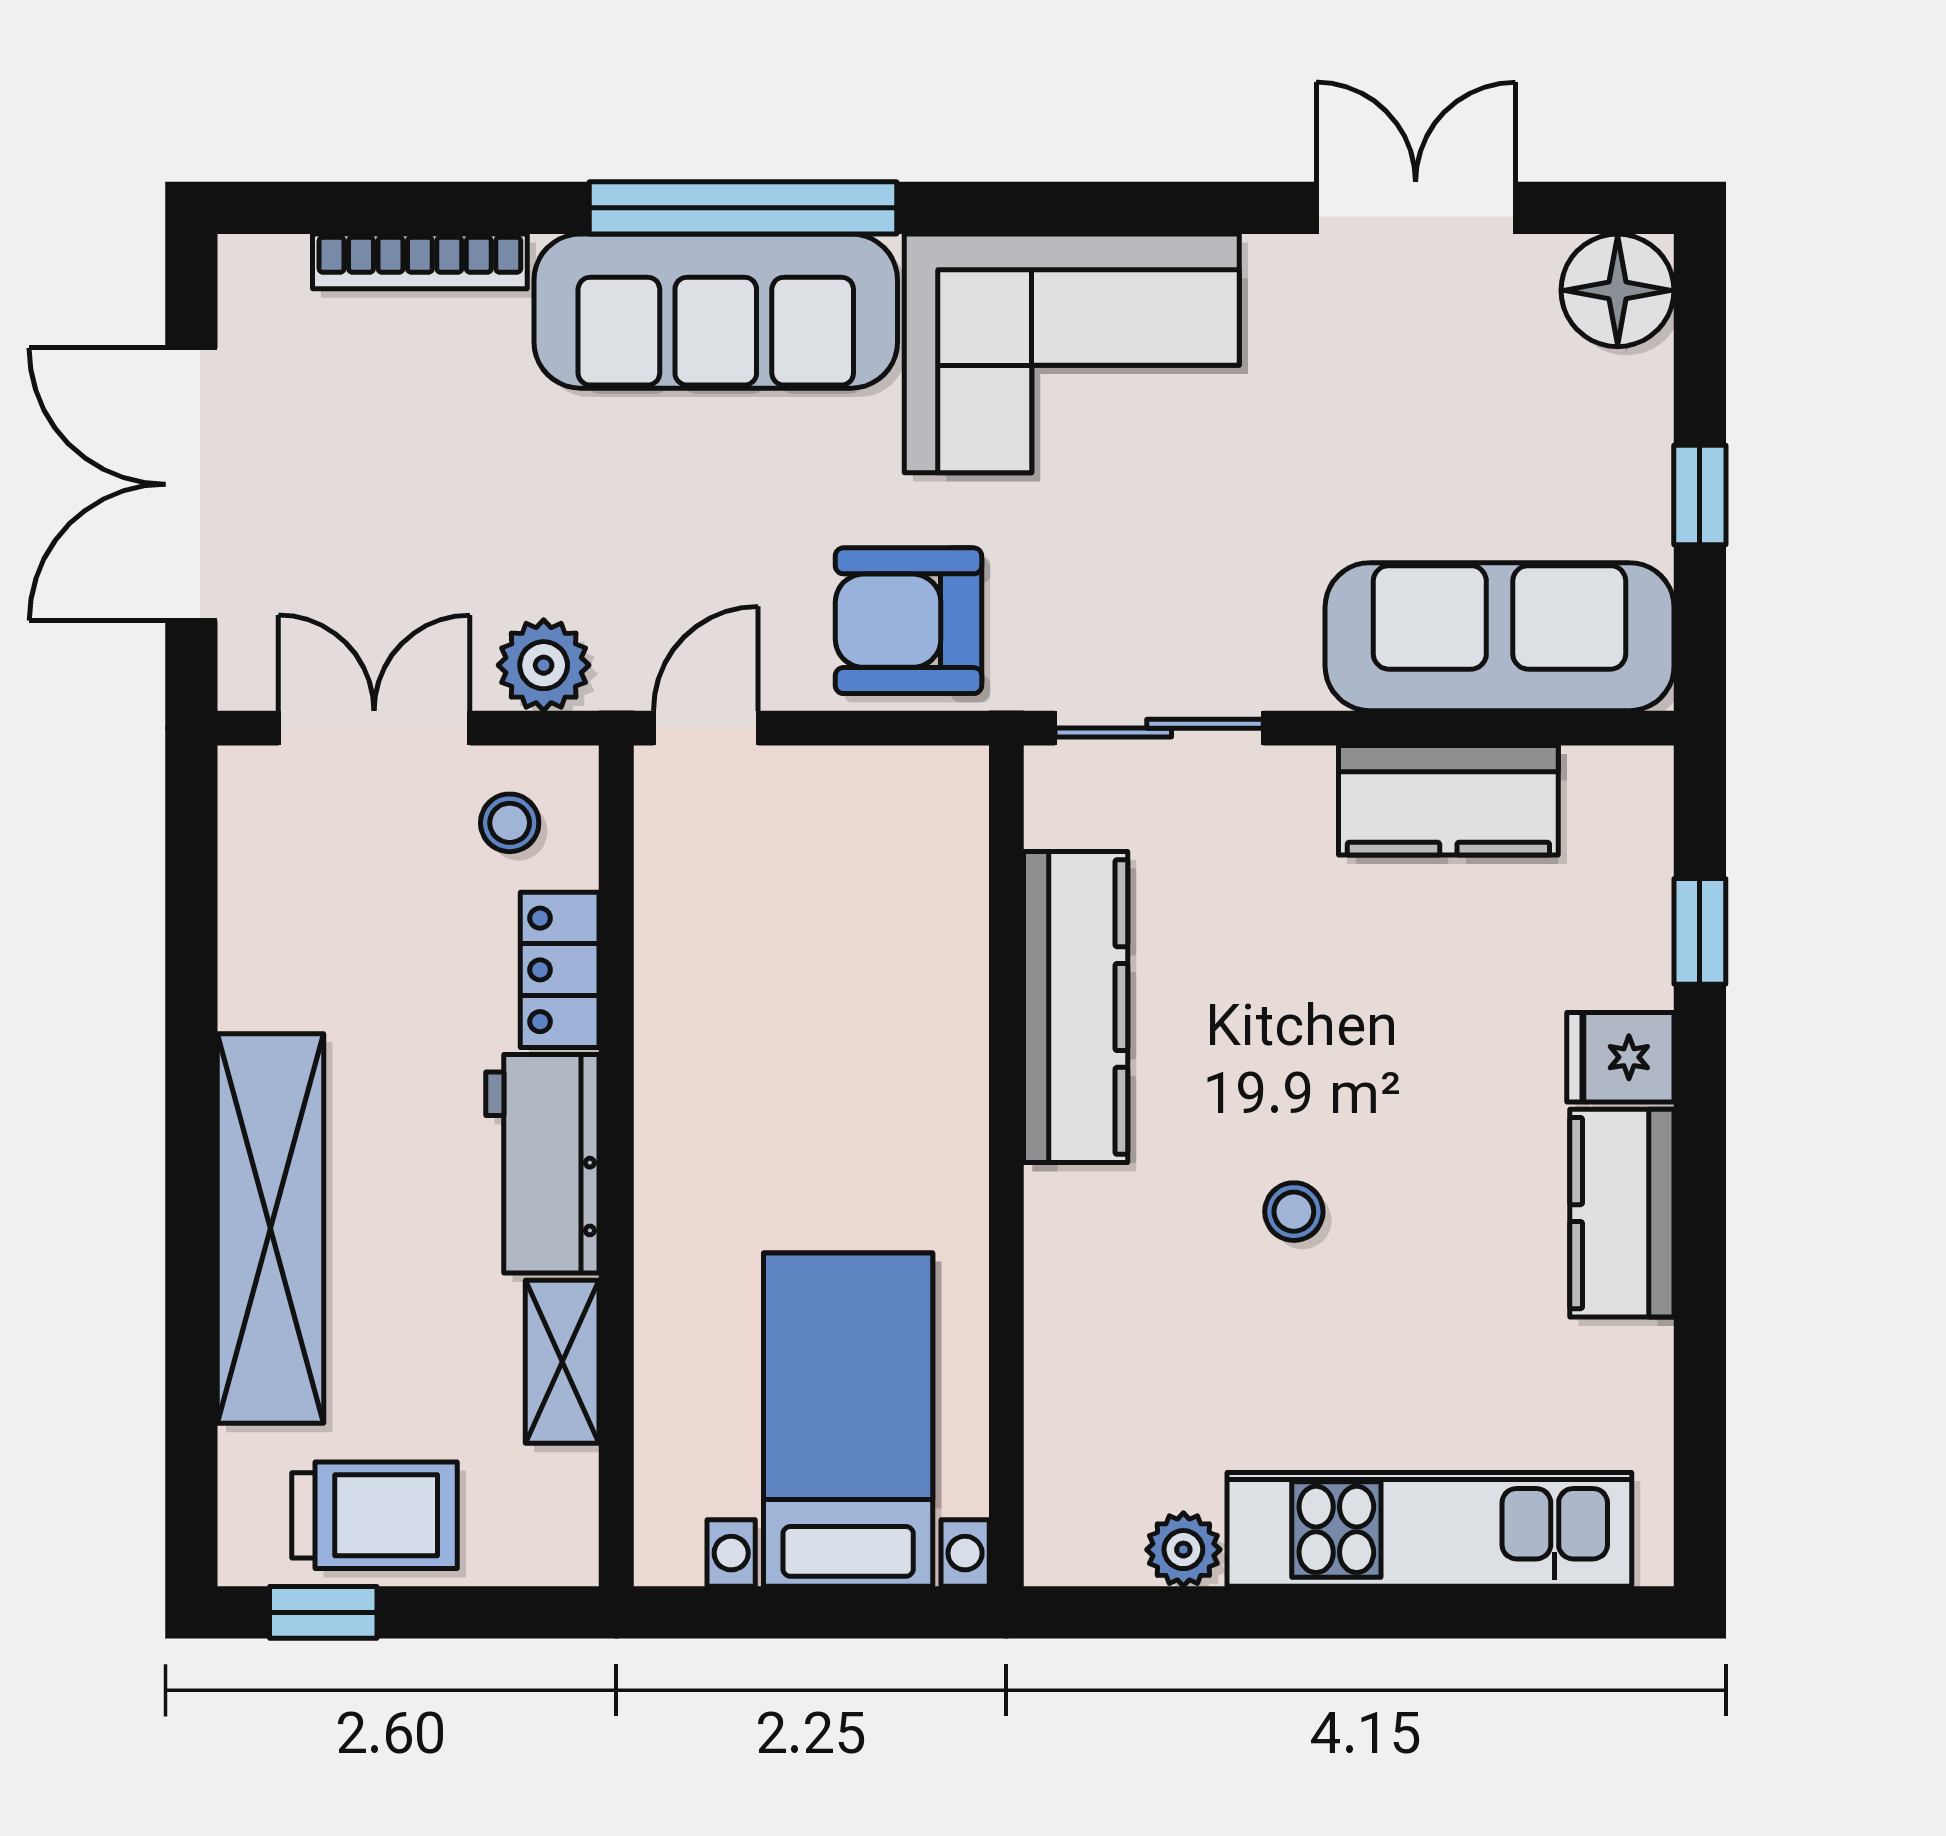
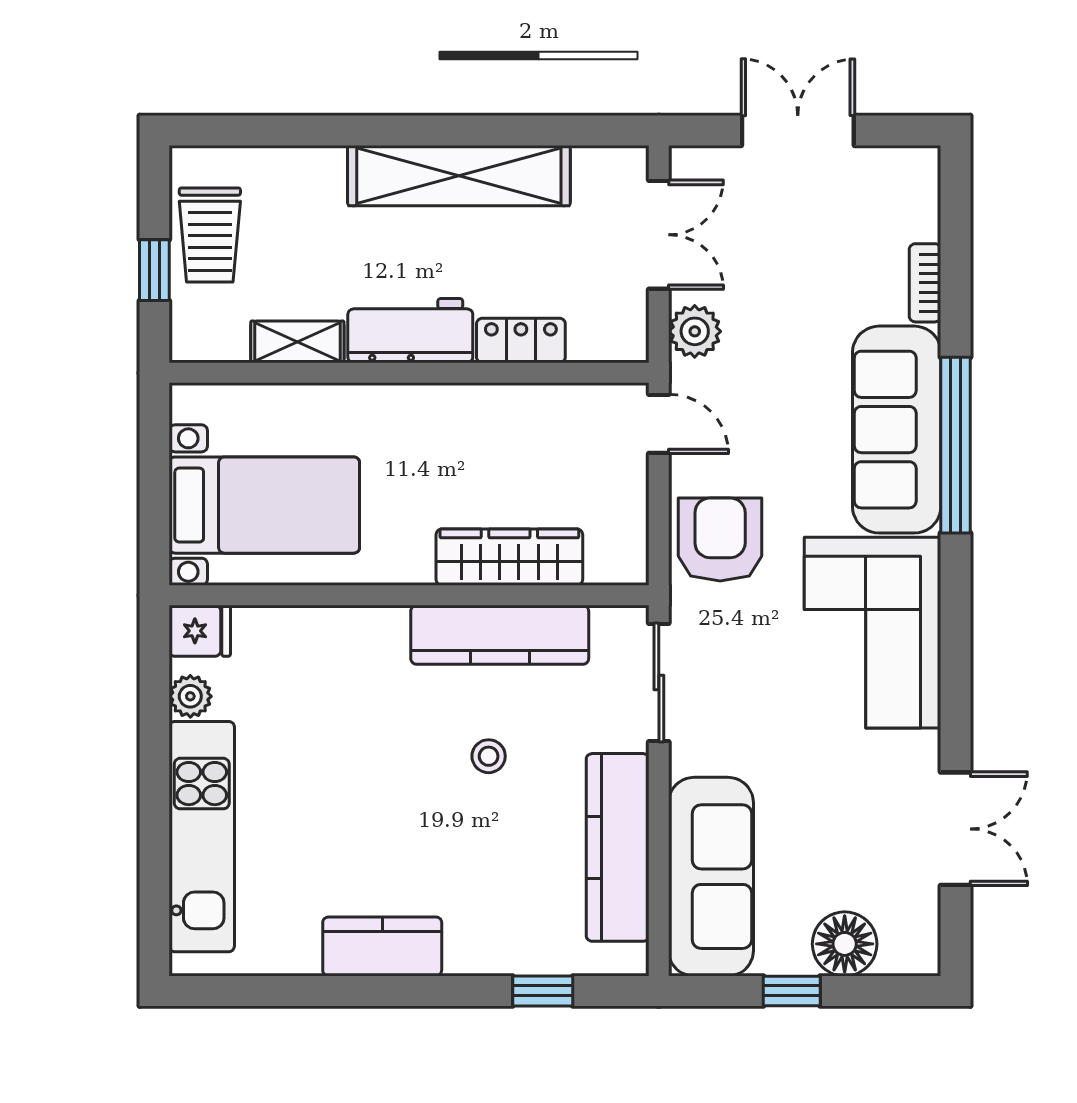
bookcase: (420, 261) -> (925, 283), width x0.64
floor lamp: (1618, 290) -> (845, 944), moved
double door: (191, 484) -> (798, 130), width x0.73
kitchen counter: (1448, 800) -> (618, 847), width x1.50
stool: (510, 823) -> (605, 312), removed
wardrobe: (939, 990) -> (509, 557), added
fridge: (1620, 1057) -> (200, 631), moved, turned 90
stool: (1294, 1212) -> (489, 756), moved
shelving: (271, 1228) -> (459, 176), moved
window: (323, 1612) -> (154, 270), moved

